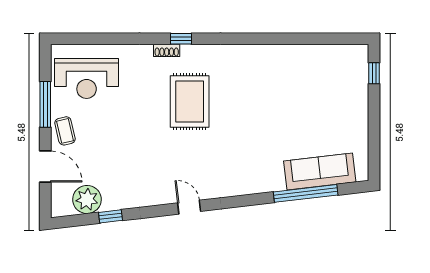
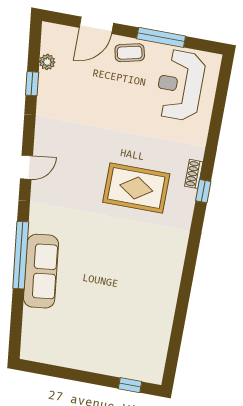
sofa: (320, 171) -> (41, 271), moved
window: (306, 193) -> (21, 255), moved
plant: (87, 199) -> (47, 62), width x0.53, depth x0.53

